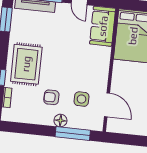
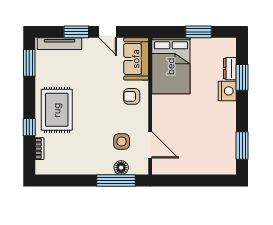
armchair: (51, 97) -> (132, 96), moved
floor lamp: (60, 120) -> (121, 168), moved

